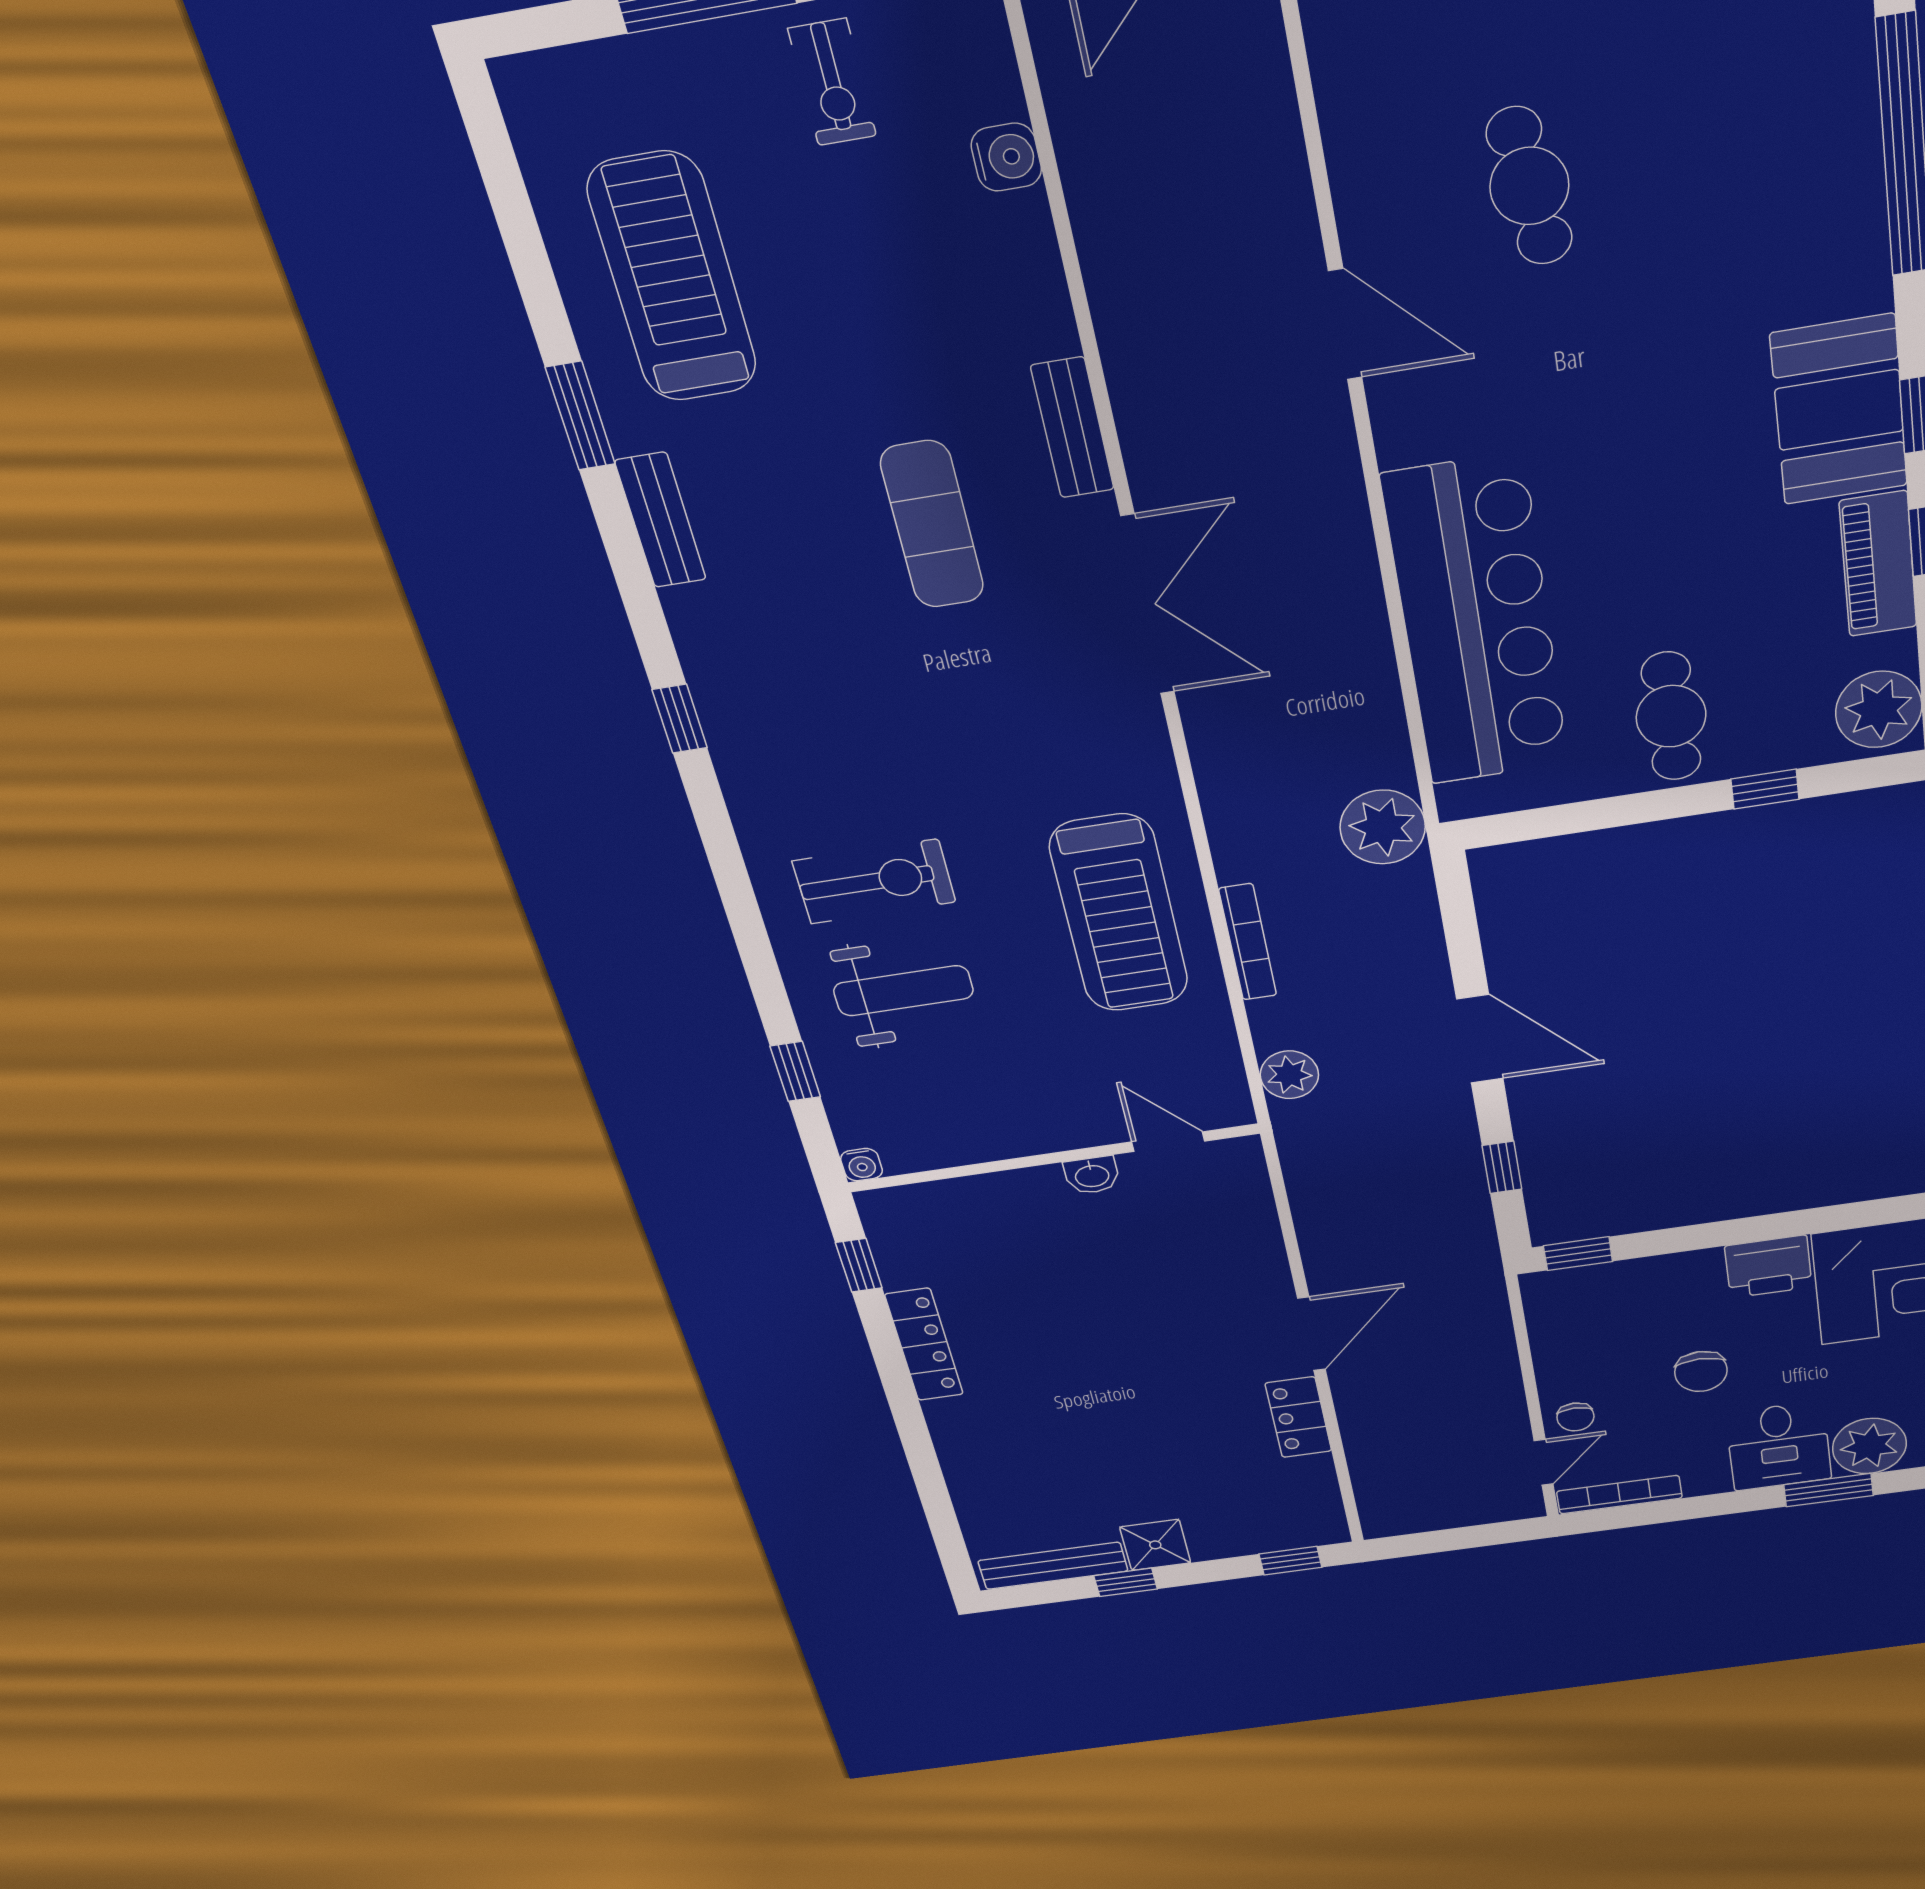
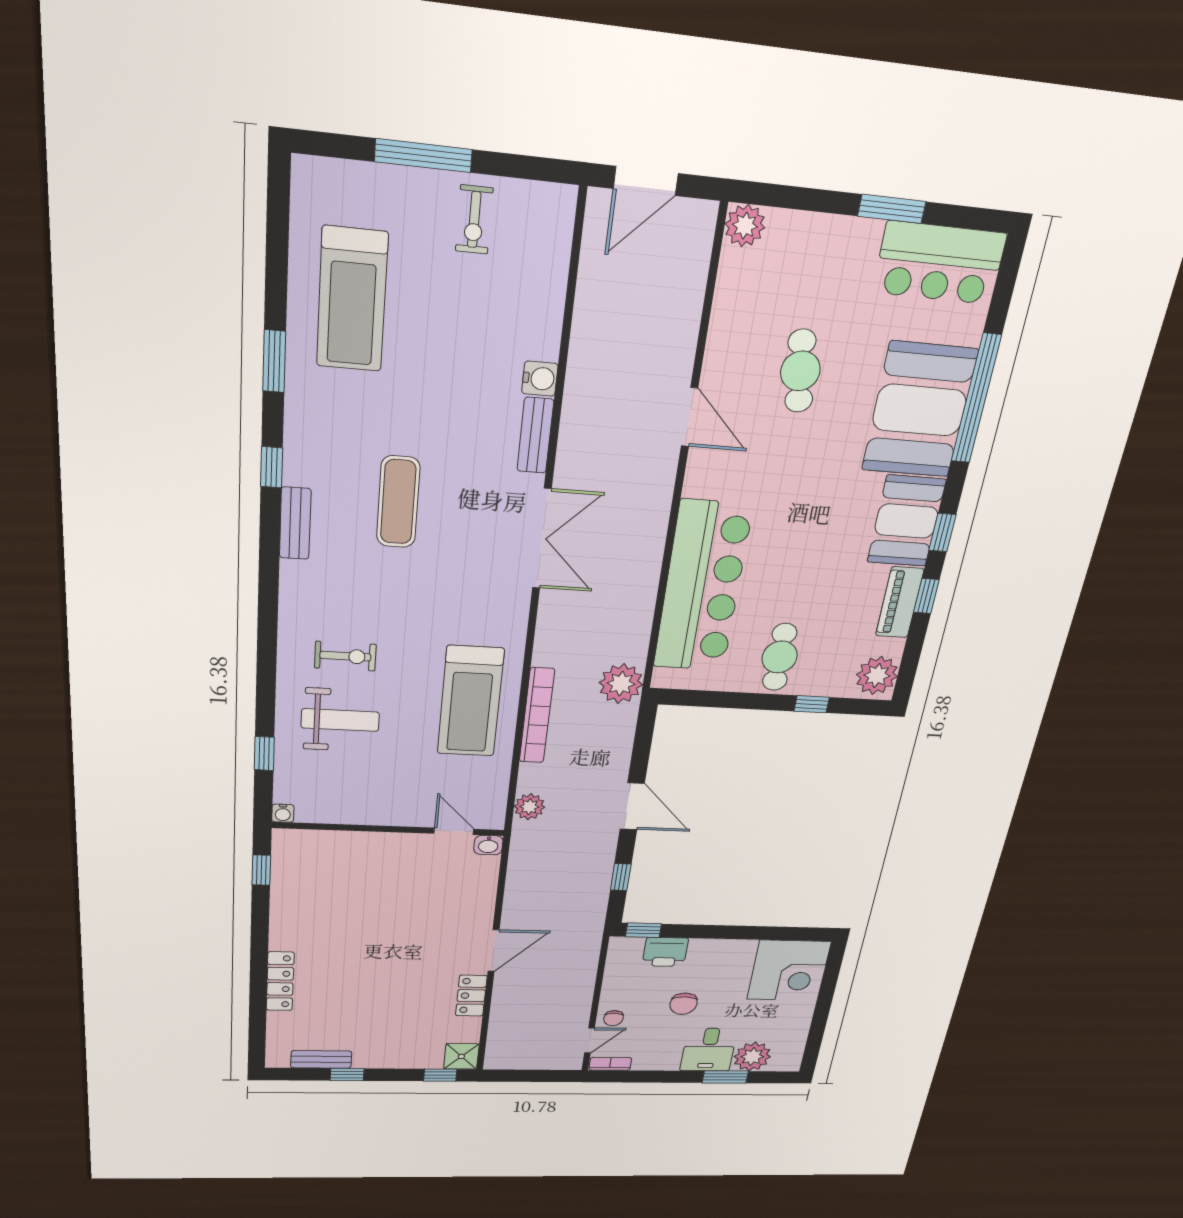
water cooler: (1006, 157) -> (540, 379), moved
booth: (1794, 197) -> (919, 410), added
treadmill: (673, 278) -> (352, 300), turned 180
bench: (661, 520) -> (295, 523), moved
exercise mat: (932, 525) -> (398, 502), moved
window: (680, 719) -> (272, 467), moved
exercise bike: (874, 882) -> (345, 656), width x0.73, depth x0.72
bookcase: (1248, 942) -> (537, 716), width x1.48, depth x1.31
washbasin: (1092, 1175) -> (488, 845), moved
printer: (1768, 1267) -> (665, 952), moved
locker: (924, 1345) -> (280, 981), moved
bookcase: (1619, 1495) -> (610, 1064), width x0.64
shower: (1155, 1545) -> (461, 1056), moved
bench: (1053, 1566) -> (321, 1059), width x0.73

